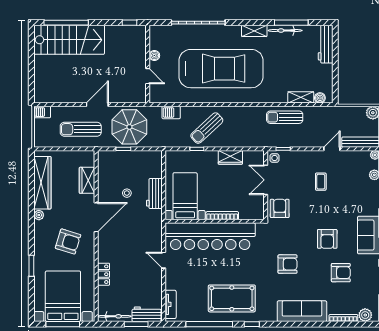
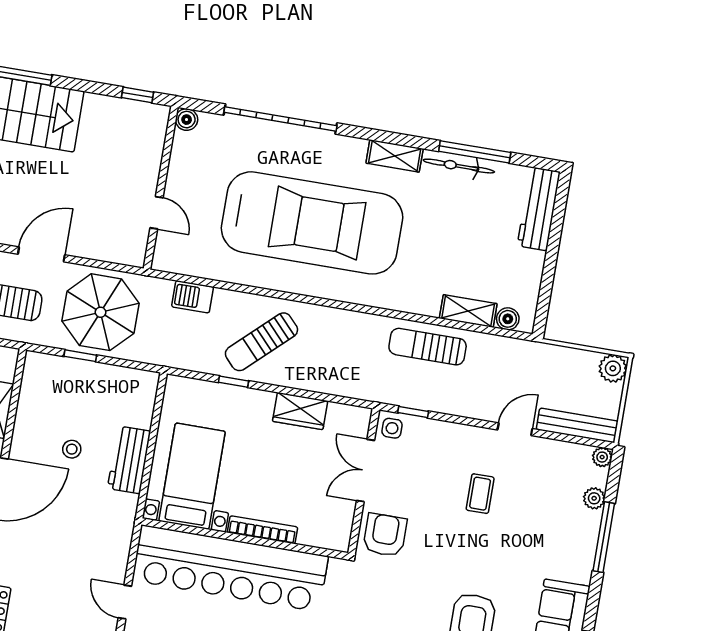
boiler: (154, 55) -> (187, 120), moved

